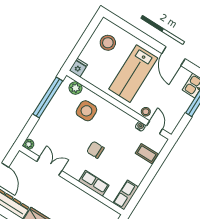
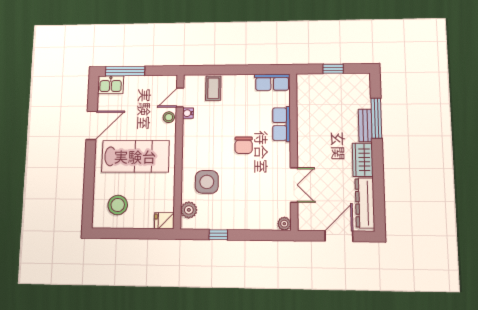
window: (48, 97) -> (218, 235), width x0.32
double door: (49, 166) -> (294, 185), swing flipped

